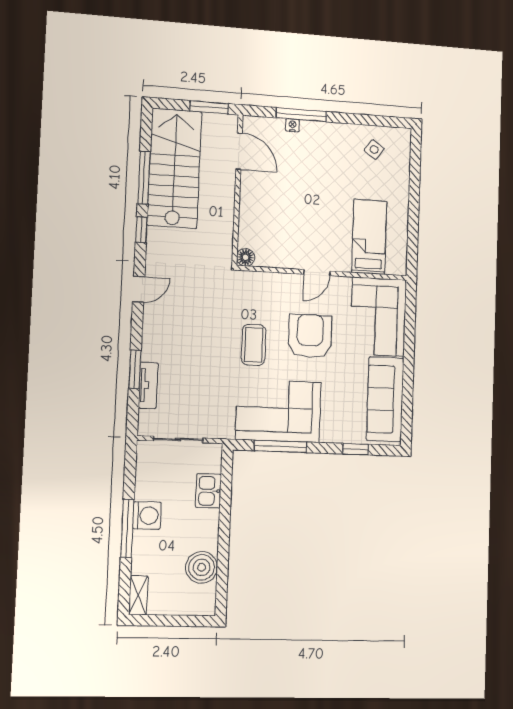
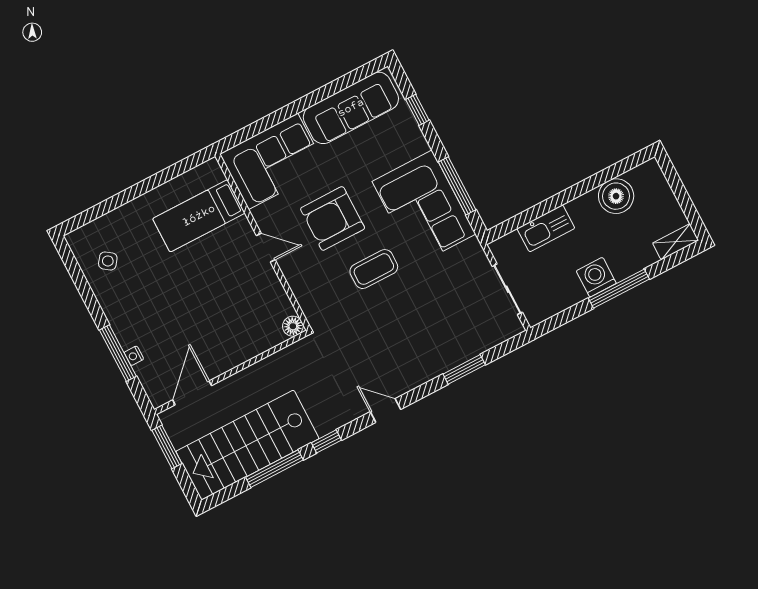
tv unit: (148, 385) -> (472, 348), removed
kitchen sink: (208, 491) -> (546, 228), width x1.38

